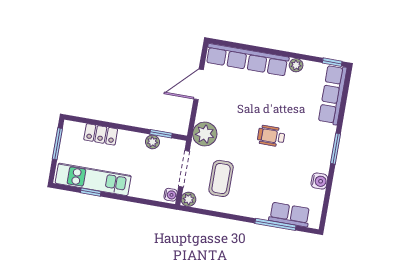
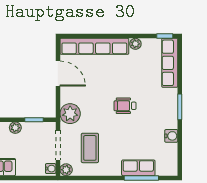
door: (199, 84) -> (58, 74), swing flipped
plant: (153, 142) -> (15, 128), moved
row of seats: (289, 215) -> (138, 168), moved

